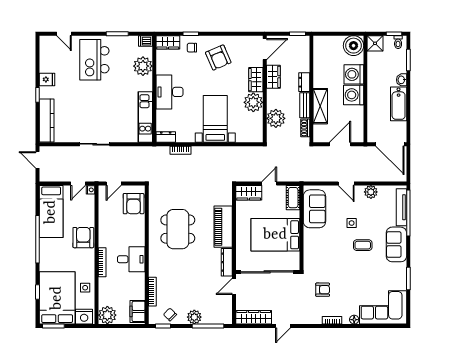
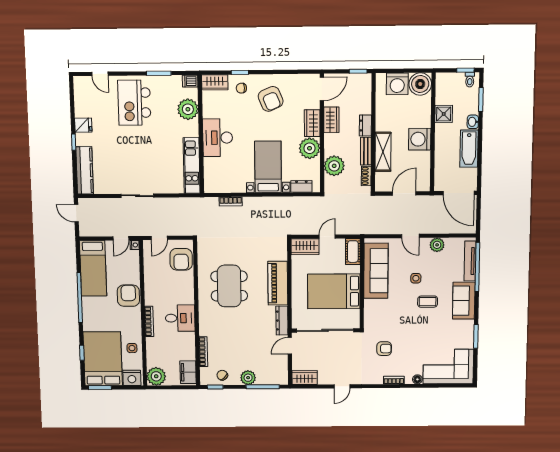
shower: (375, 43) -> (444, 114), moved
washing machine: (354, 74) -> (397, 84), moved, turned -90
dresser: (166, 137) -> (301, 186), moved
sofa: (314, 209) -> (376, 271), width x1.36
wardrobe: (254, 317) -> (305, 378), width x0.67

